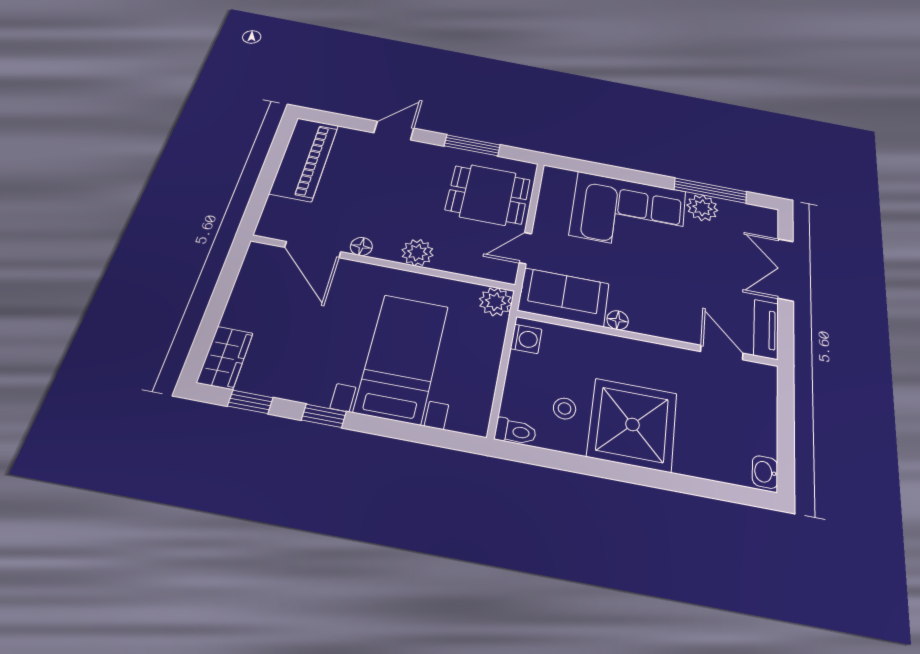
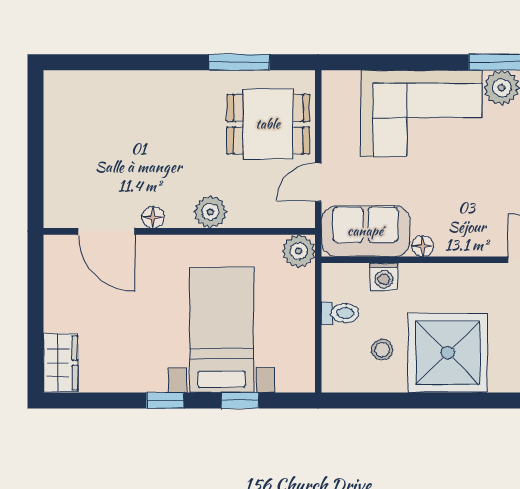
door: (394, 131) -> (150, 62), removed
piano: (304, 159) -> (66, 123), removed
washing machine: (526, 339) -> (384, 277), moved, turned 90
window: (250, 402) -> (240, 400), moved
toilet: (515, 432) -> (340, 313), moved

